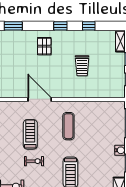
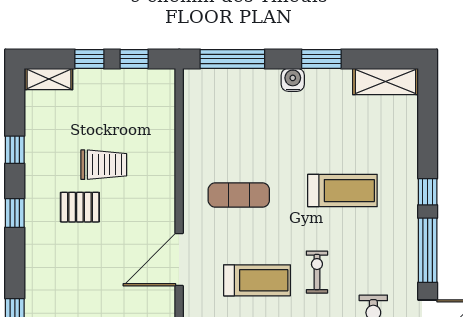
pallet: (44, 46) -> (80, 207), moved
treadmill: (30, 134) -> (257, 280), turned 180

